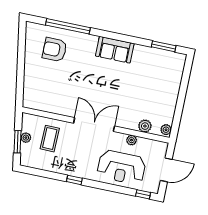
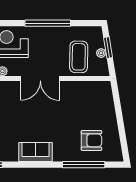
coffee table: (50, 139) -> (79, 57), width x1.36, depth x1.32
window: (74, 180) -> (48, 23), width x3.17

